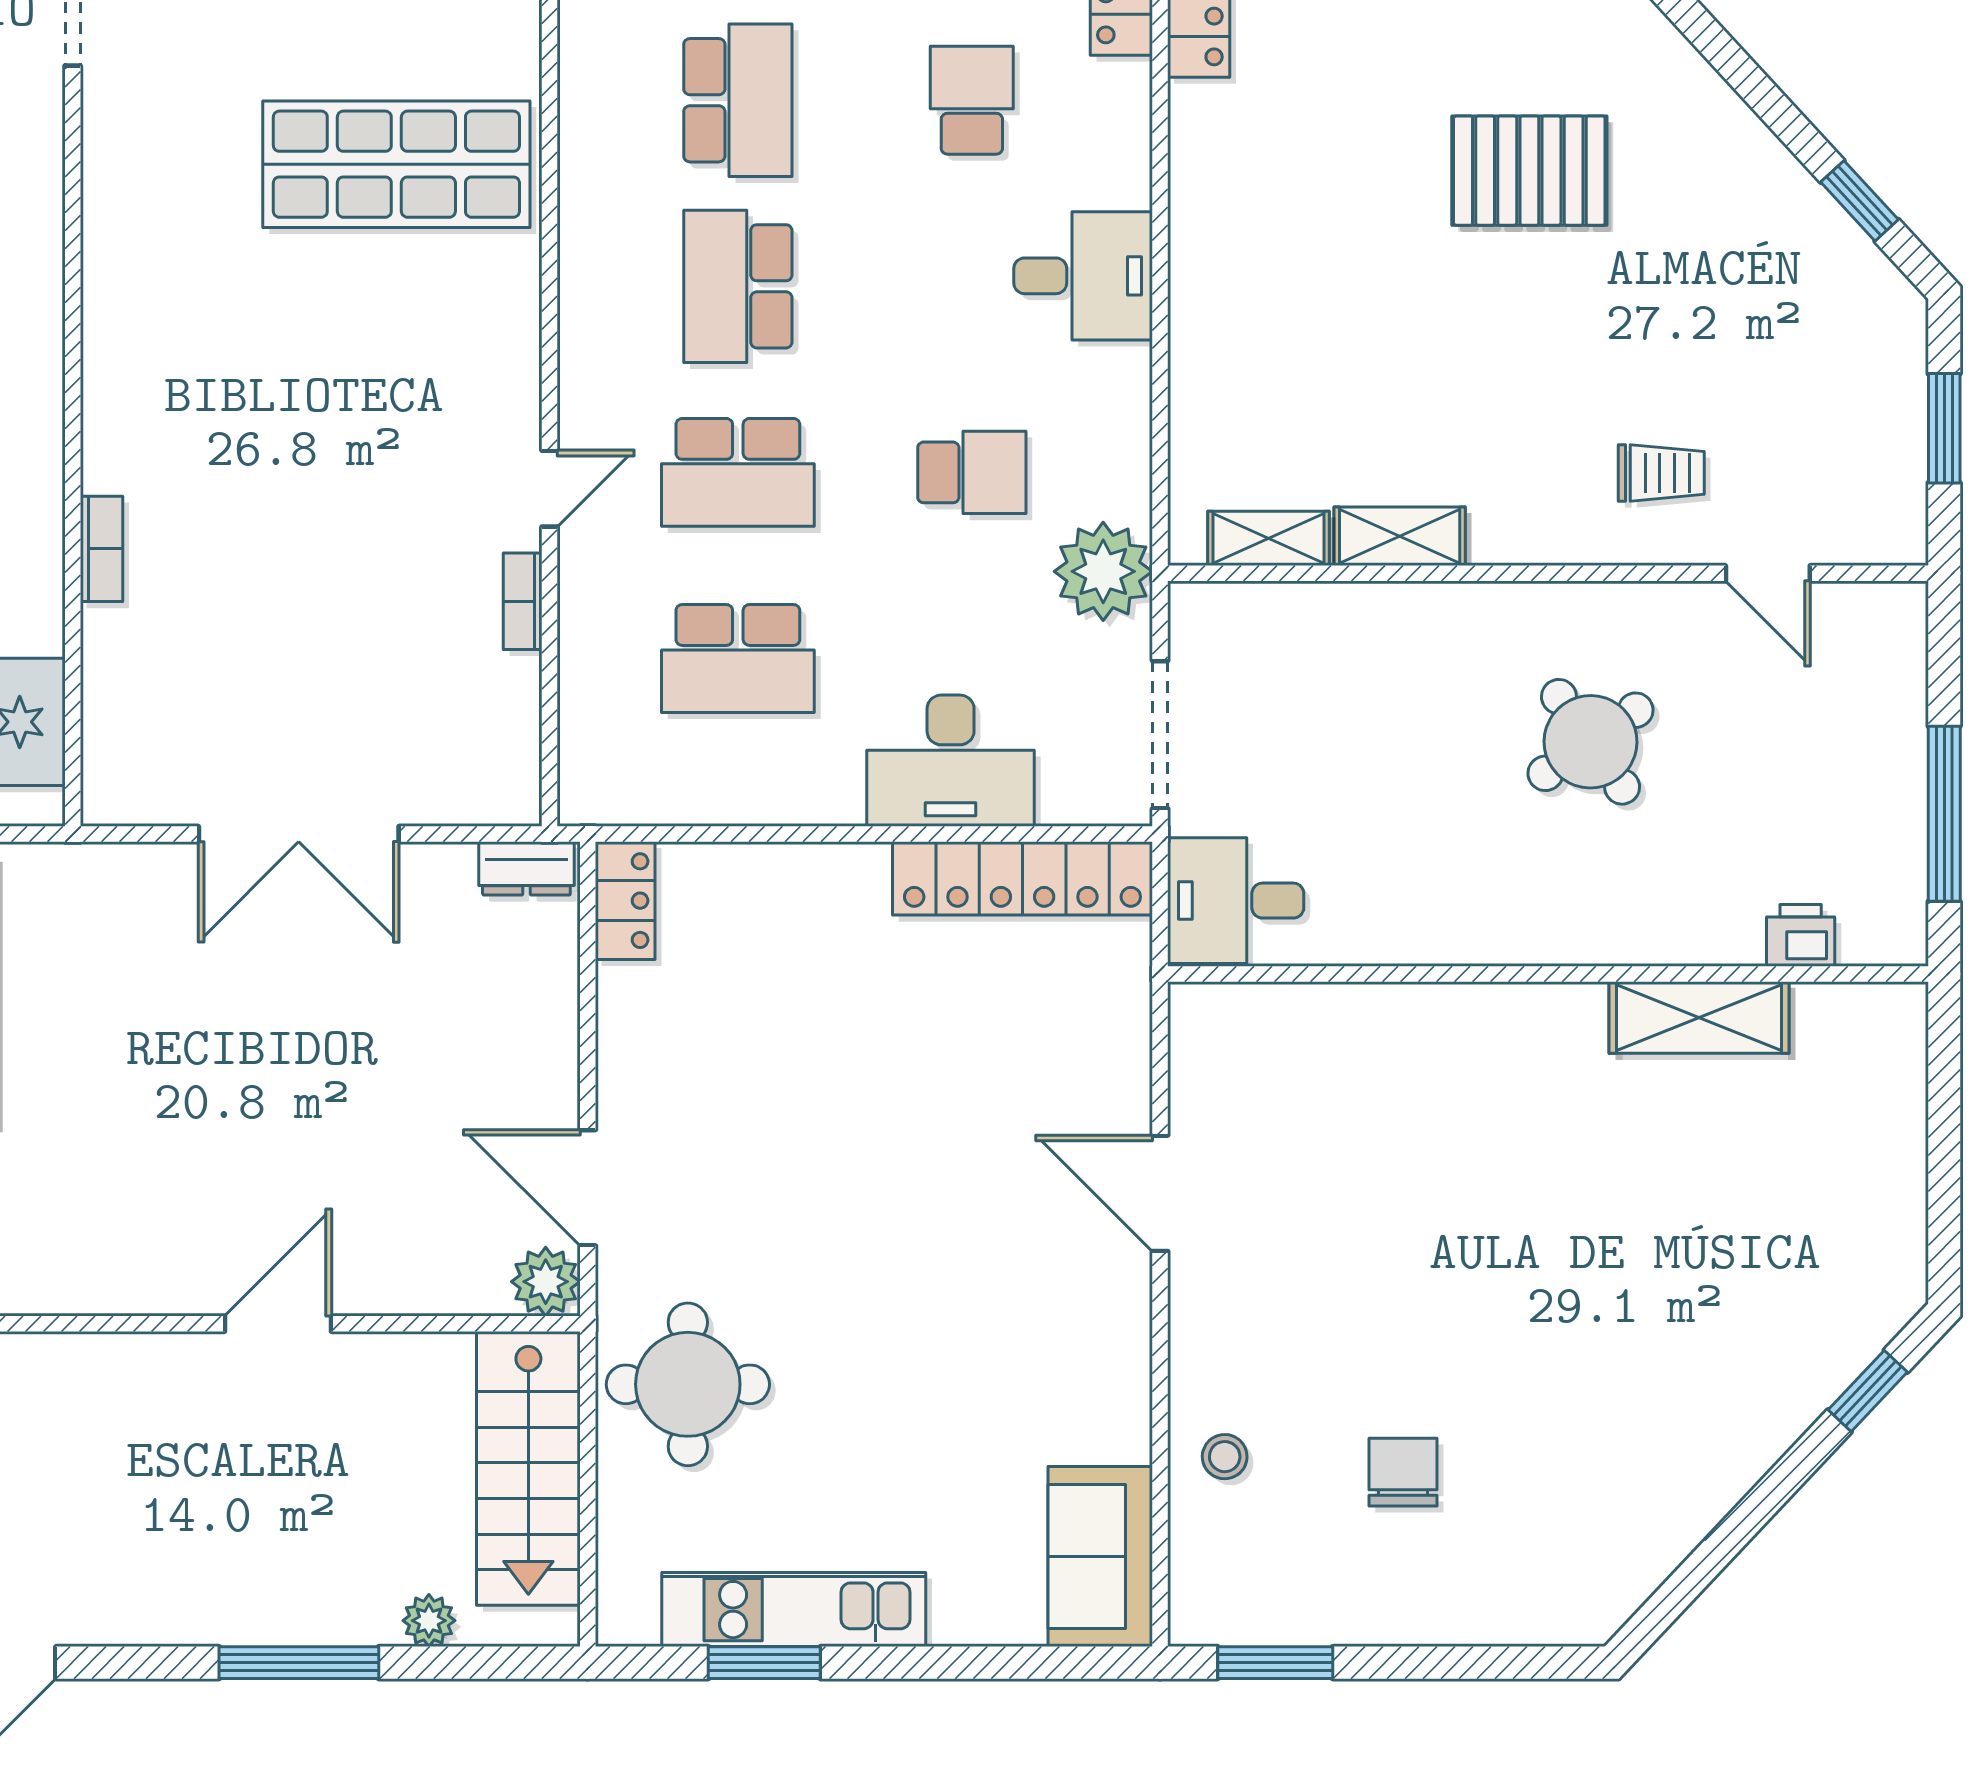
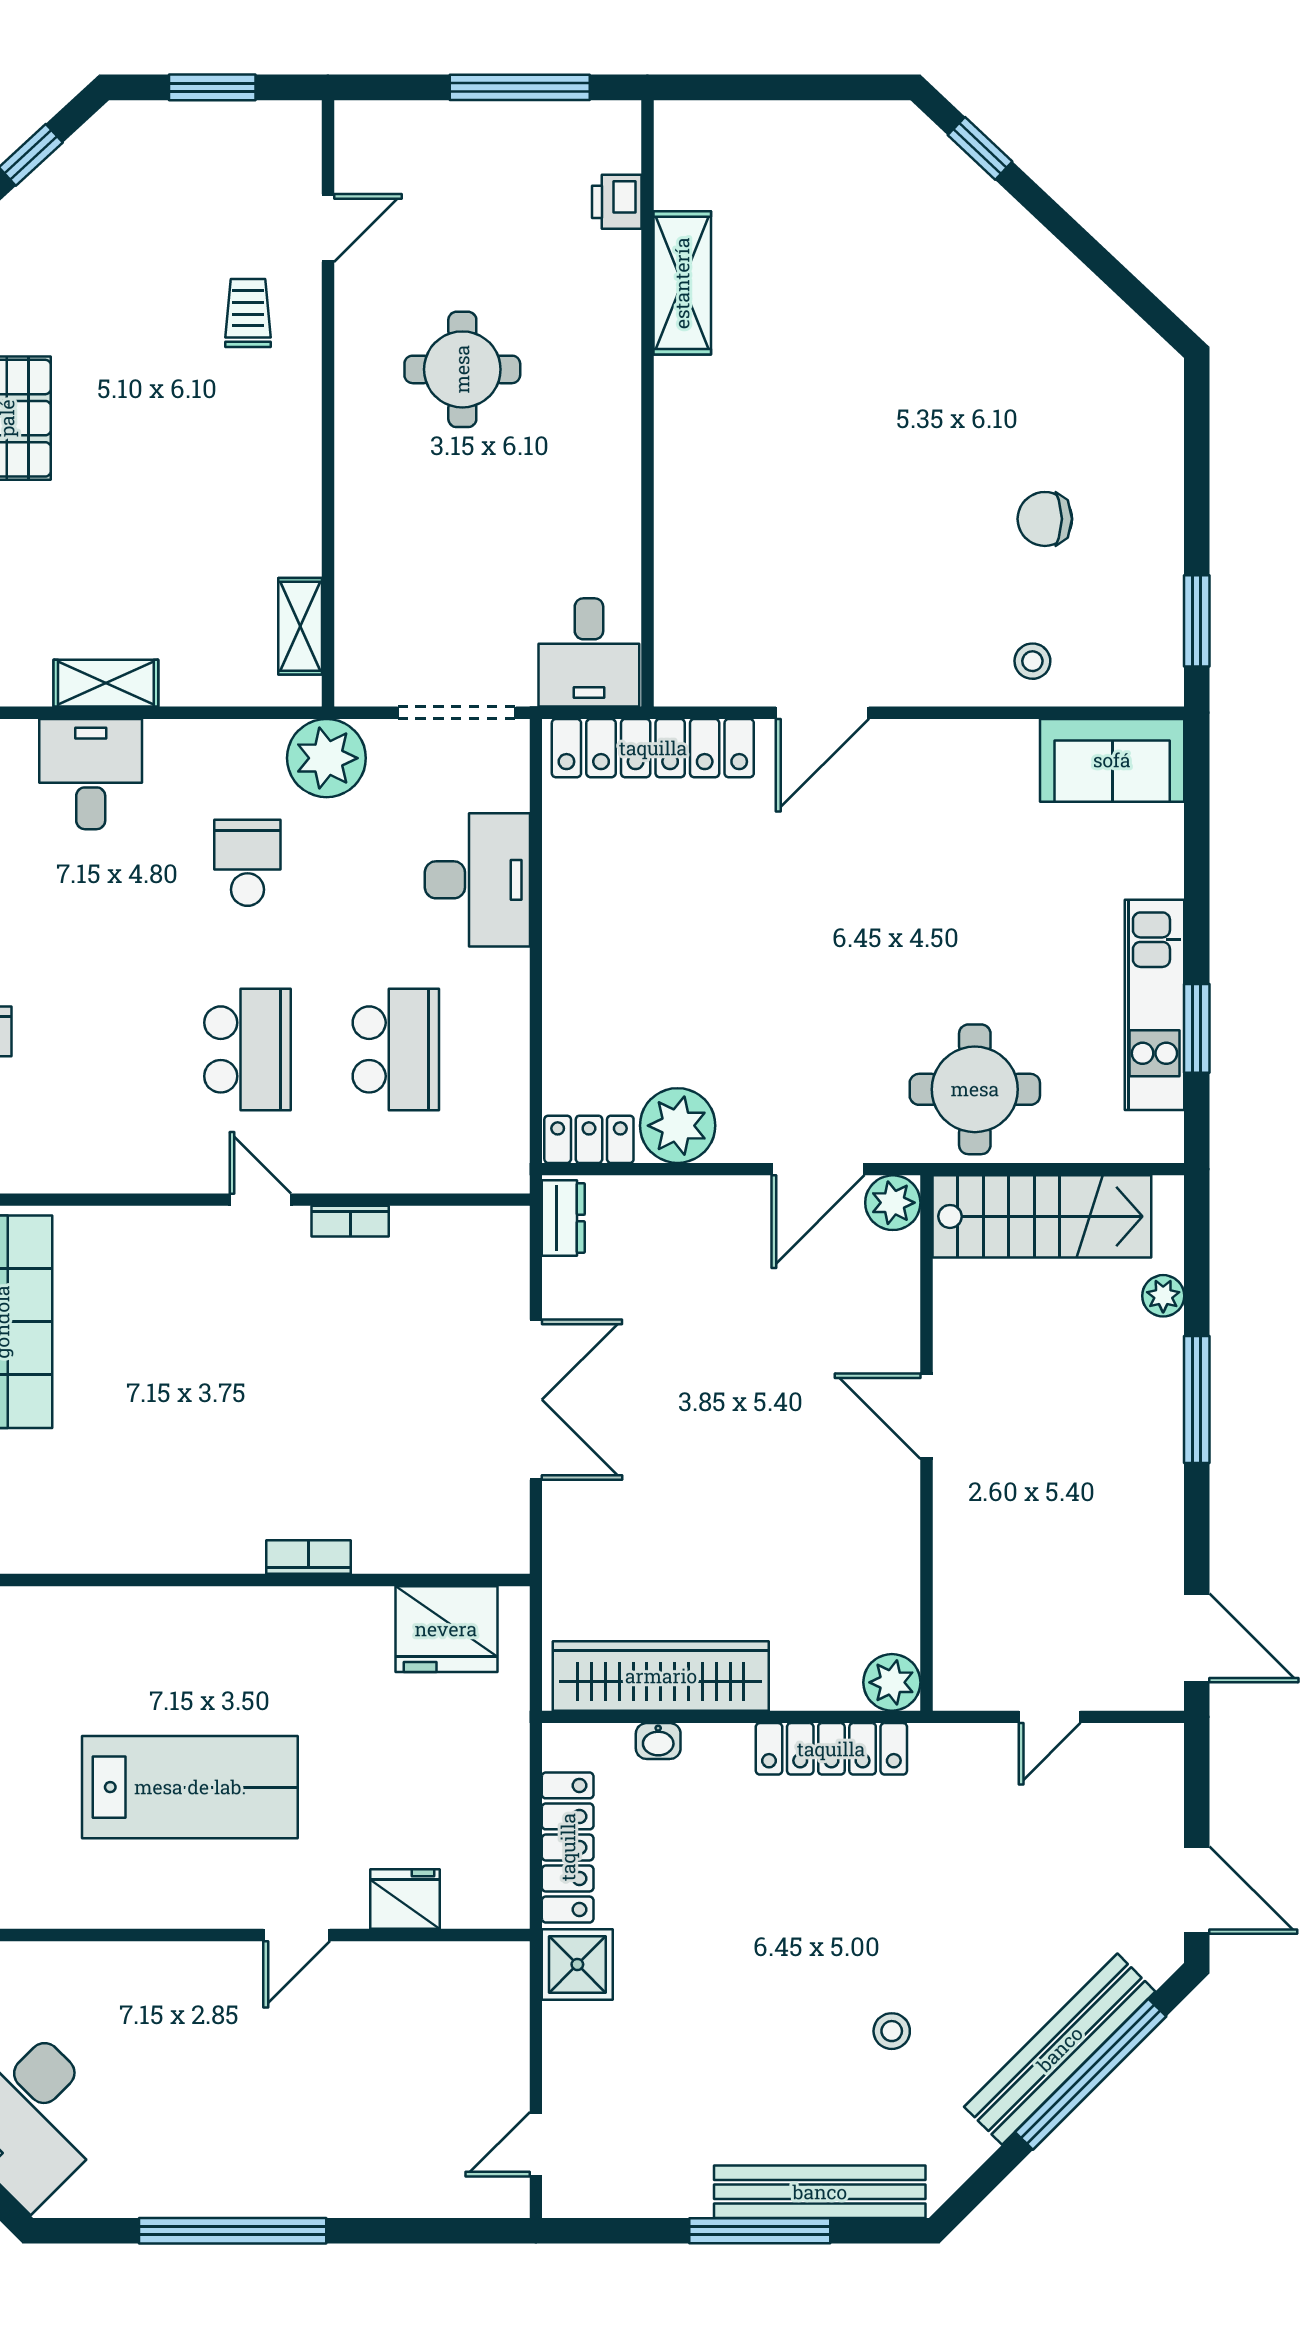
school desk: (738, 286) -> (99, 1049), removed
shelving: (1400, 536) -> (106, 683), moved, turned 90
round table: (1591, 742) -> (462, 369), turned 35
locker: (1022, 878) -> (653, 748), moved, turned 90
plant: (642, 1012) -> (678, 1126), added

